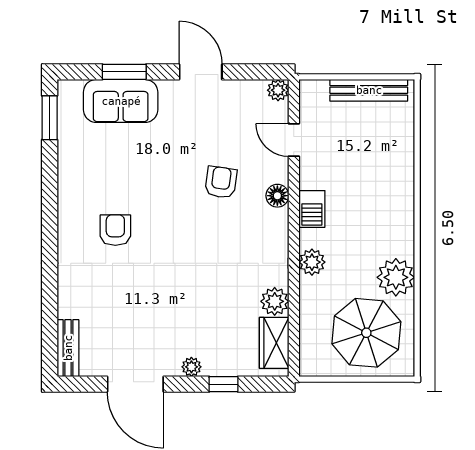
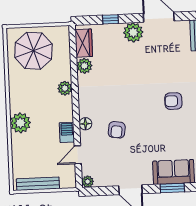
door: (294, 140) -> (78, 155), swing flipped
barbecue: (312, 209) -> (67, 132), moved
armchair: (115, 230) -> (173, 101), turned 90
plant: (396, 277) -> (20, 123), moved
plant: (191, 367) -> (133, 32), width x1.87, depth x1.87

